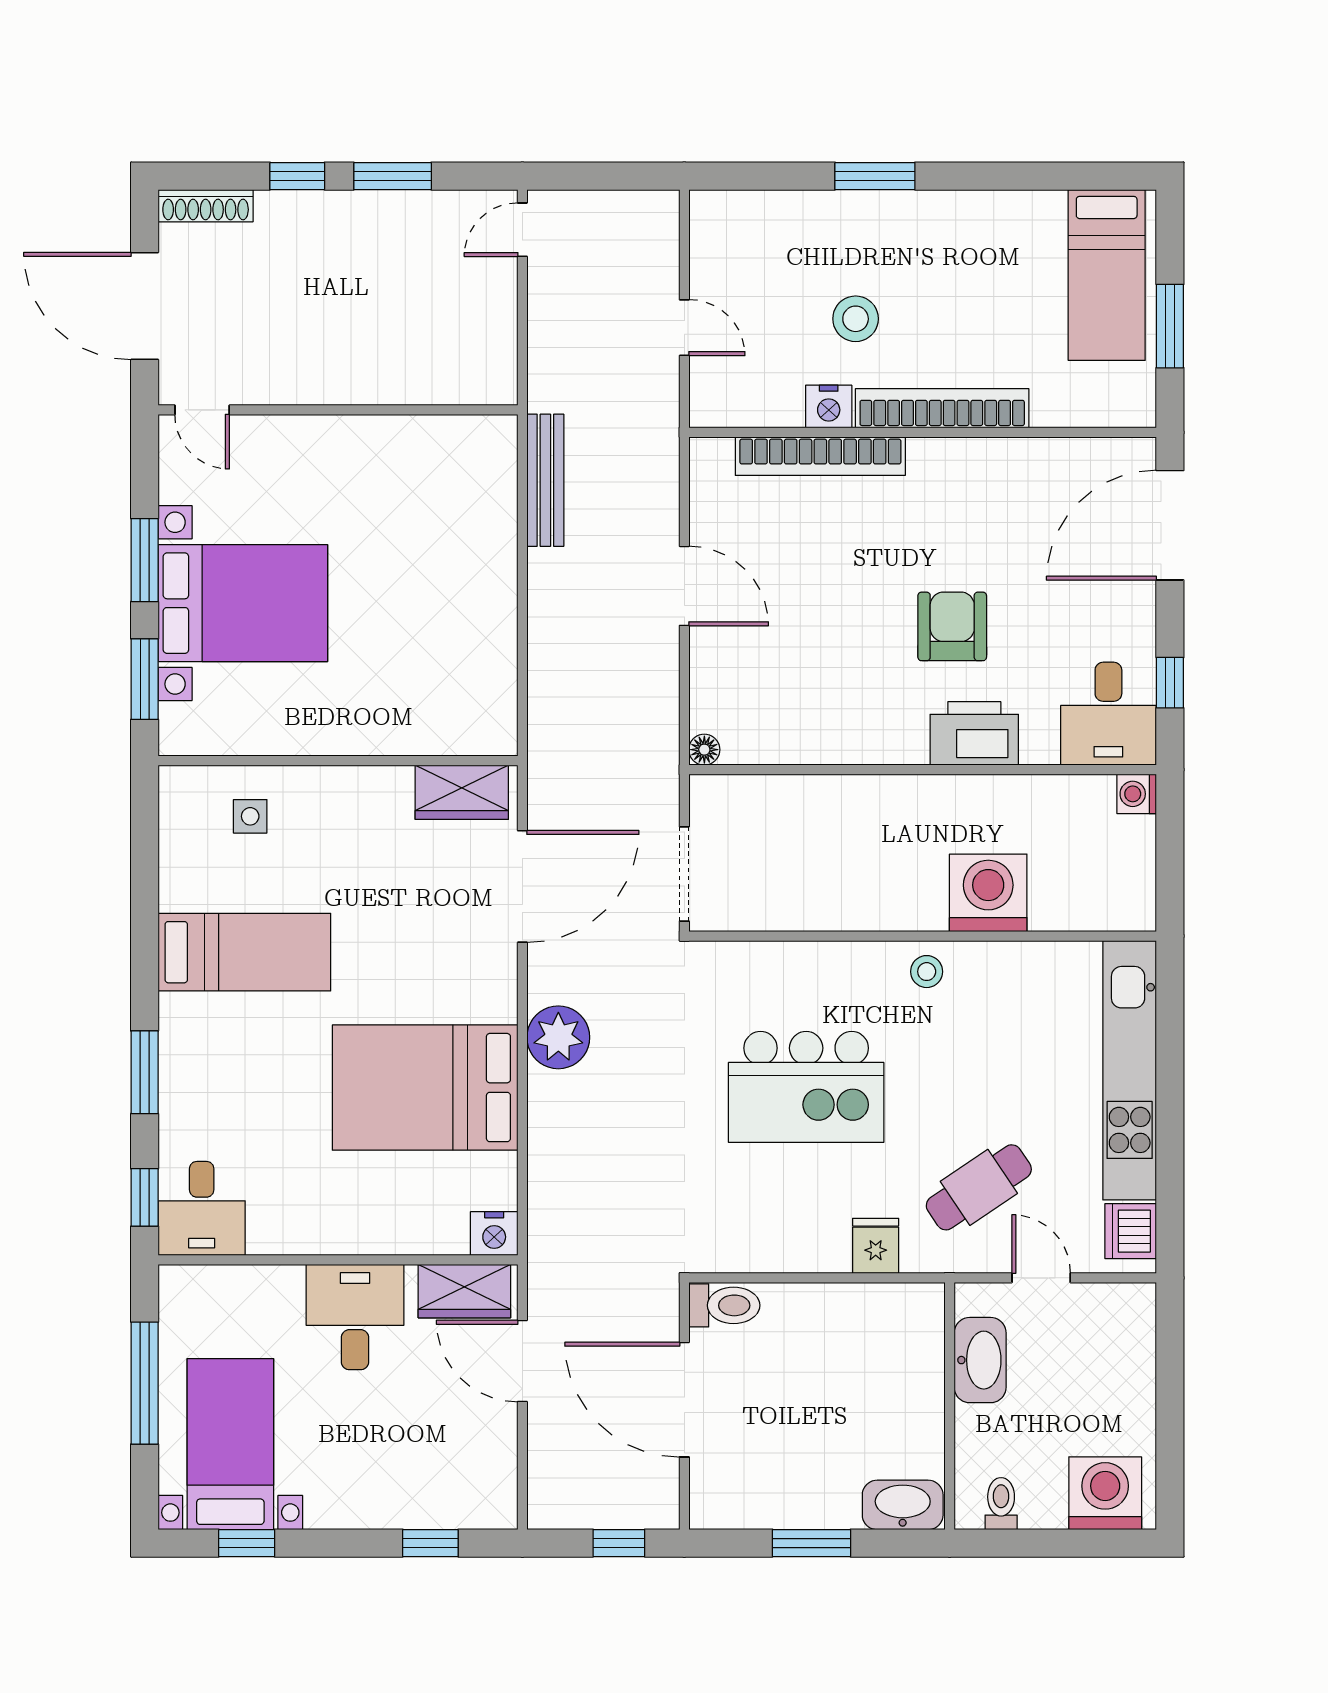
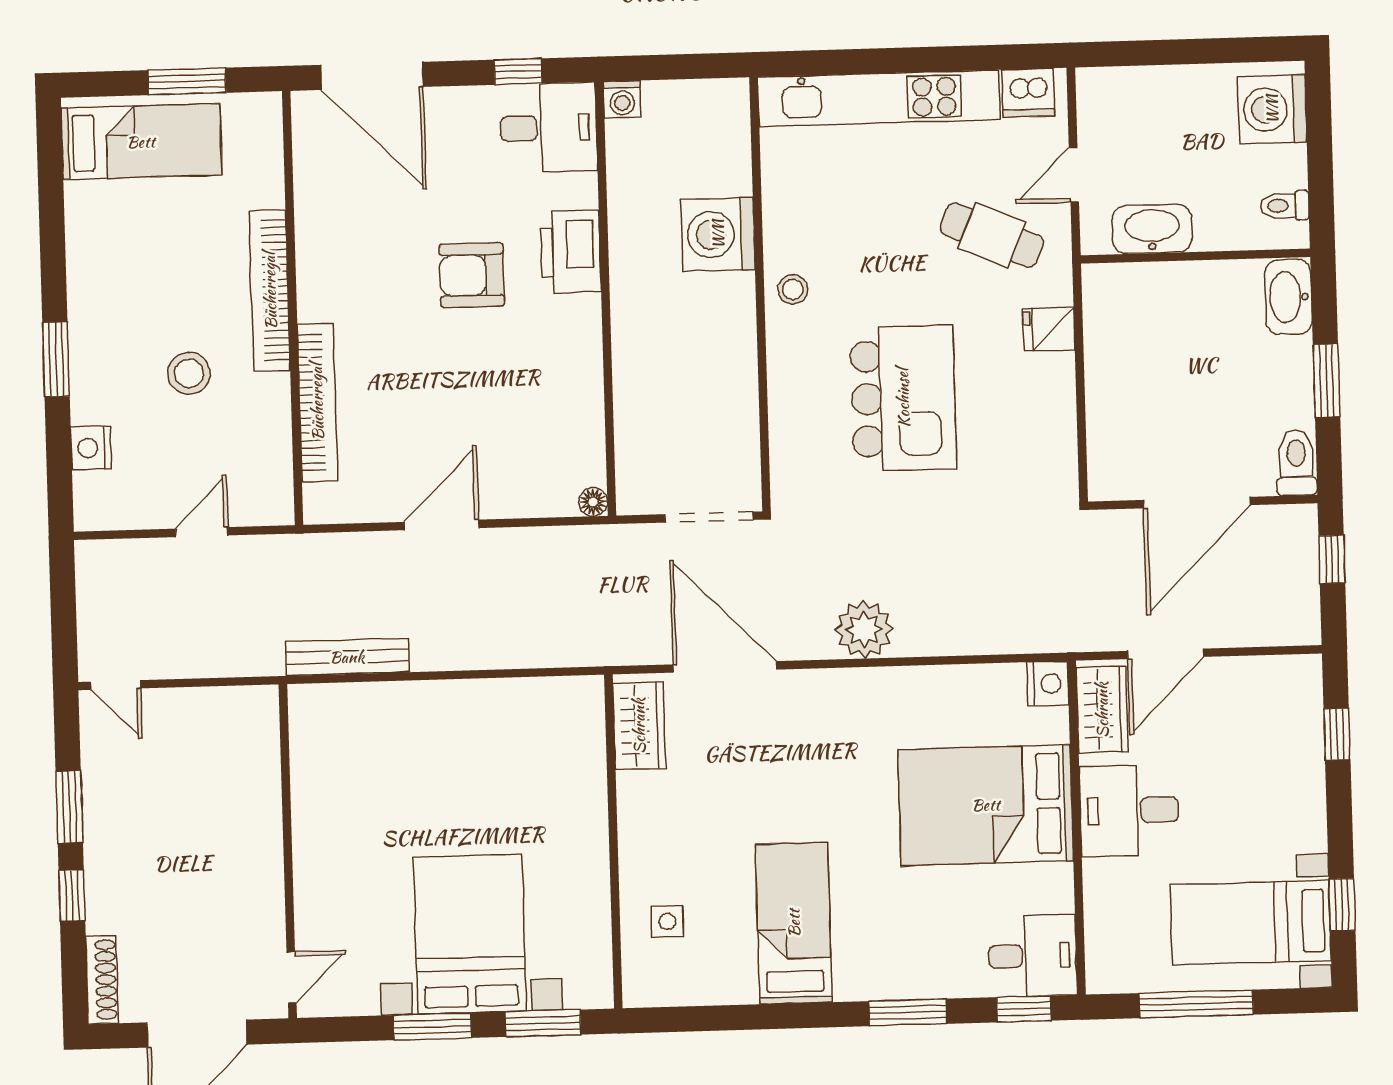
nightstand: (829, 407) -> (91, 448), moved, turned 180
bed: (425, 1088) -> (986, 805), moved, turned 90
cafe table: (979, 1187) -> (992, 235), turned -33
toilet: (724, 1305) -> (1296, 462), moved

